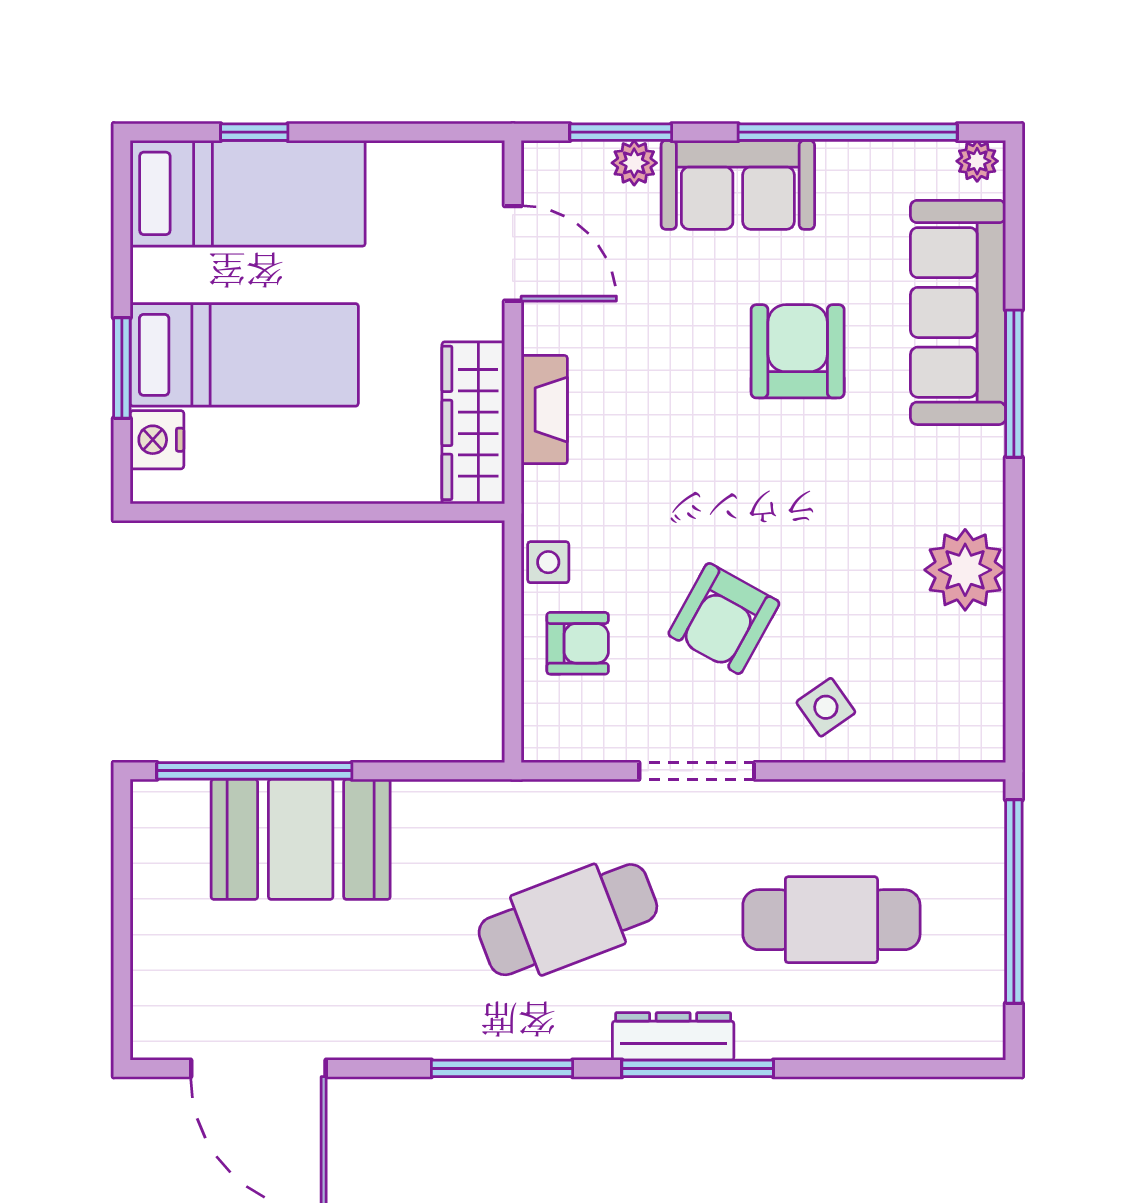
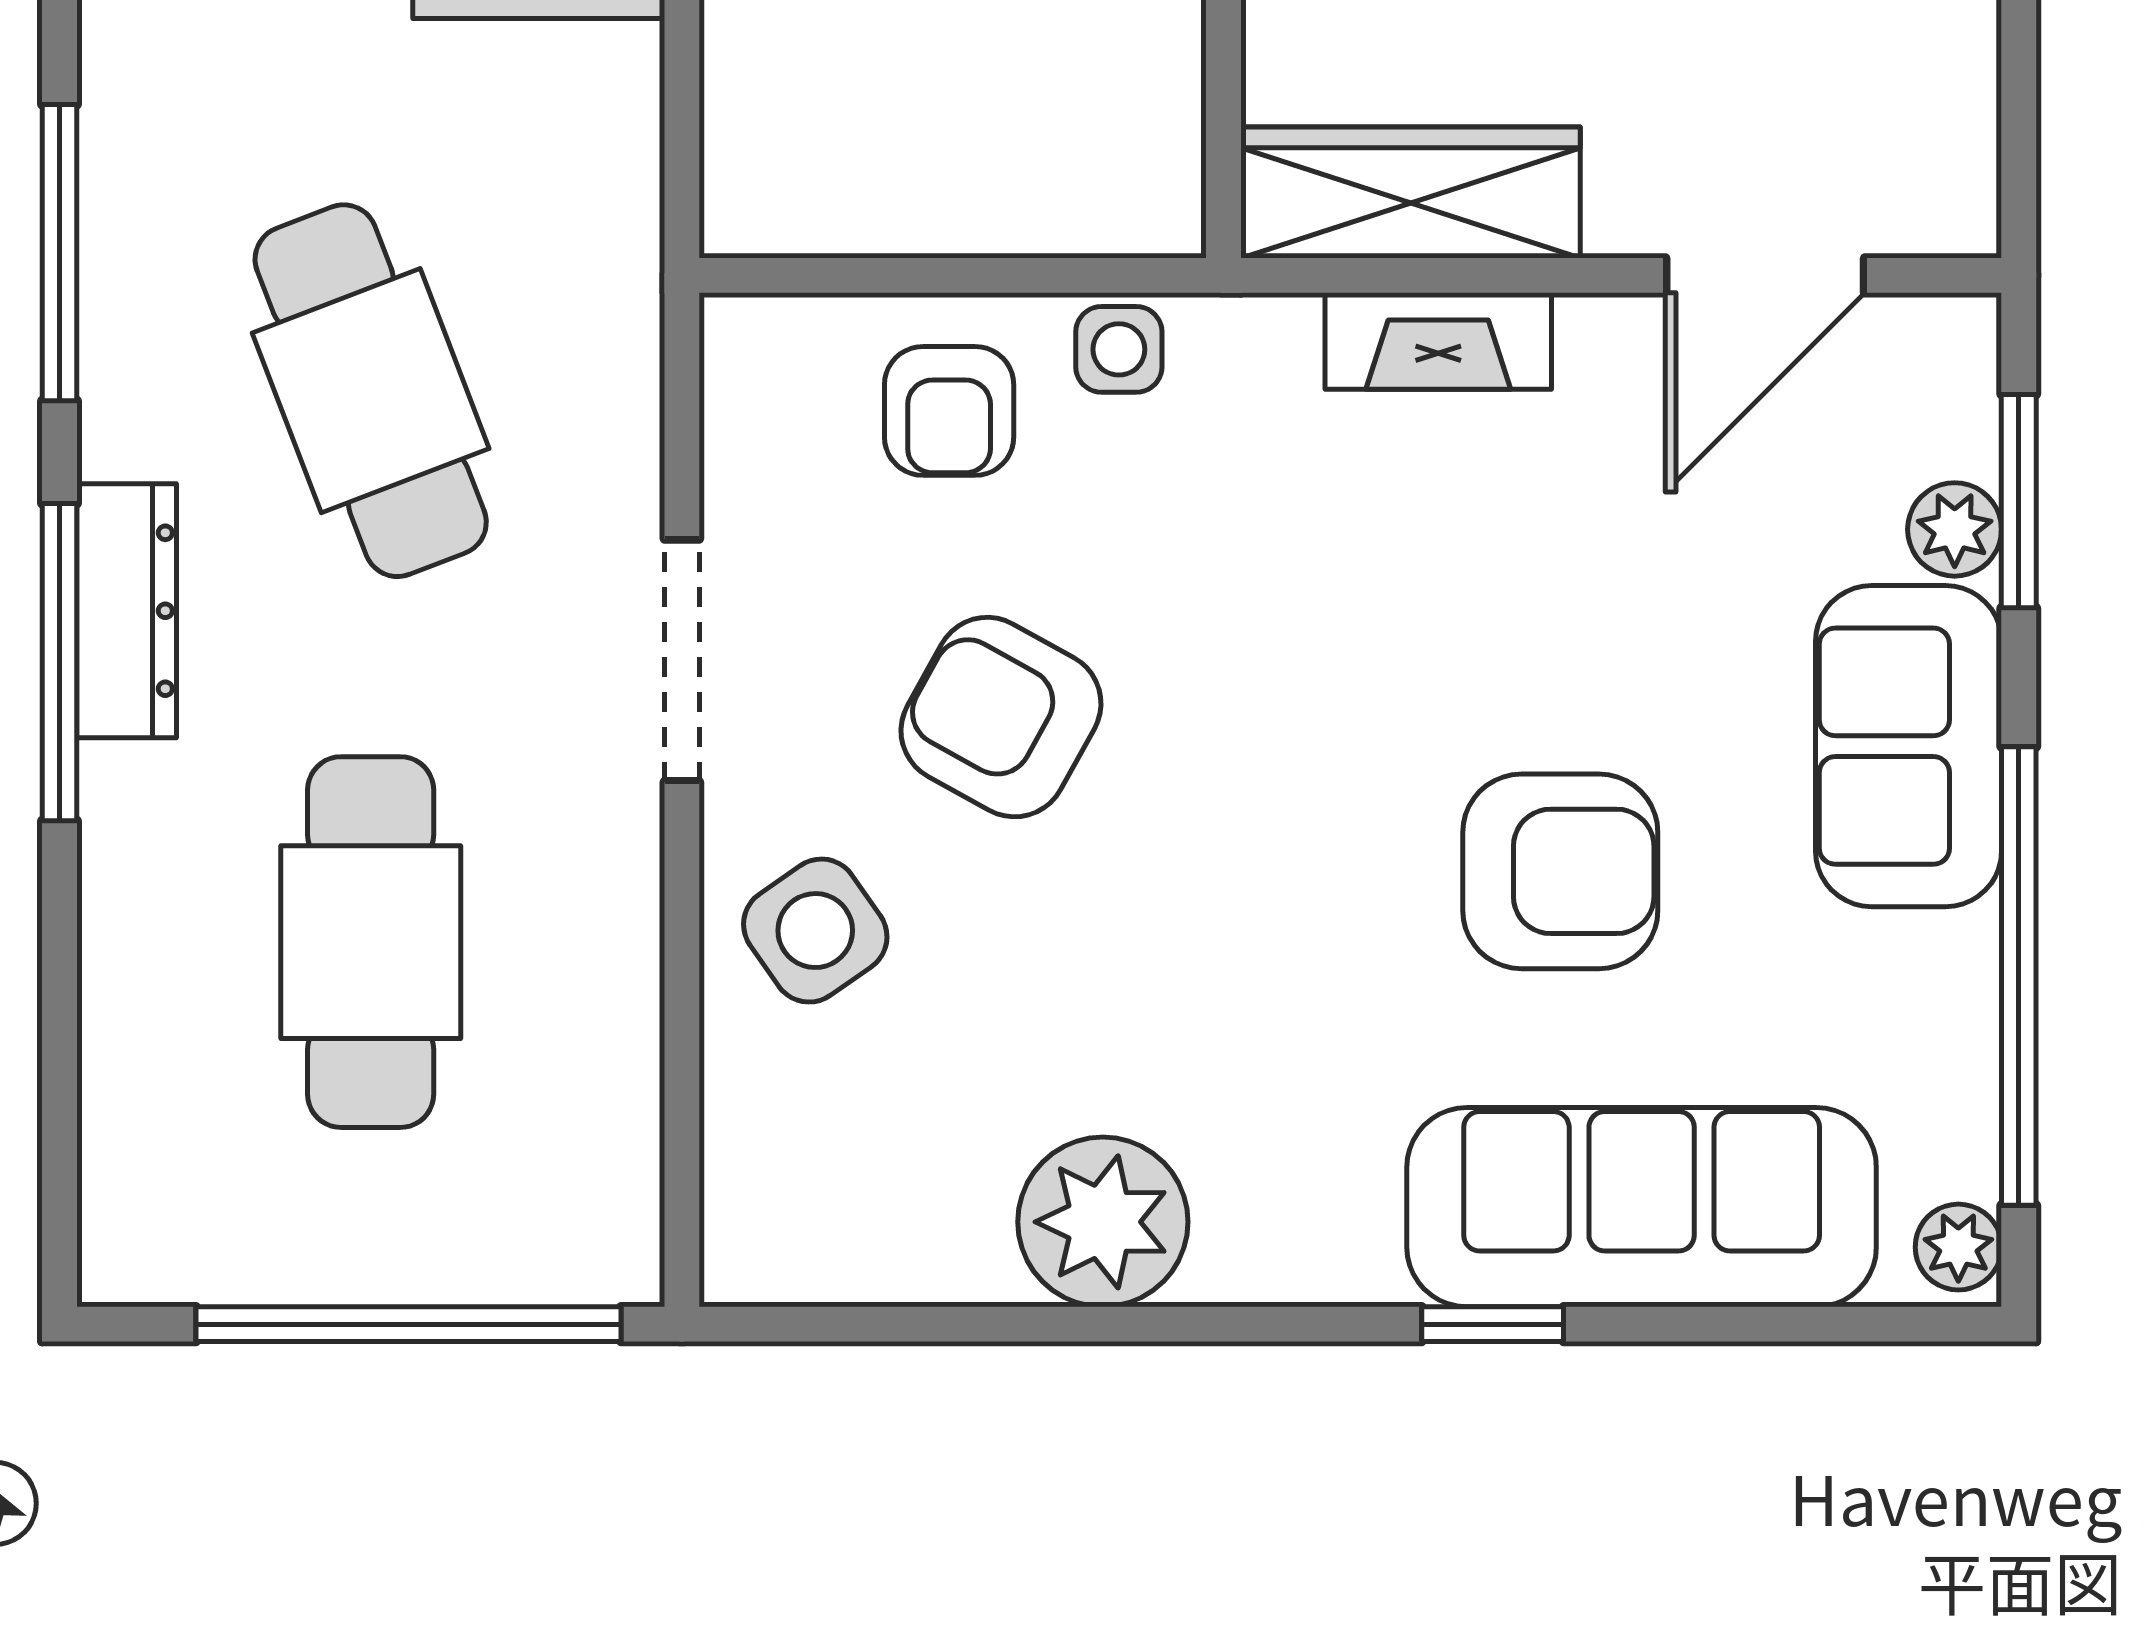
window: (1014, 384) -> (1493, 1324), width x0.46
side table: (826, 707) -> (815, 931), width x1.37, depth x1.37

